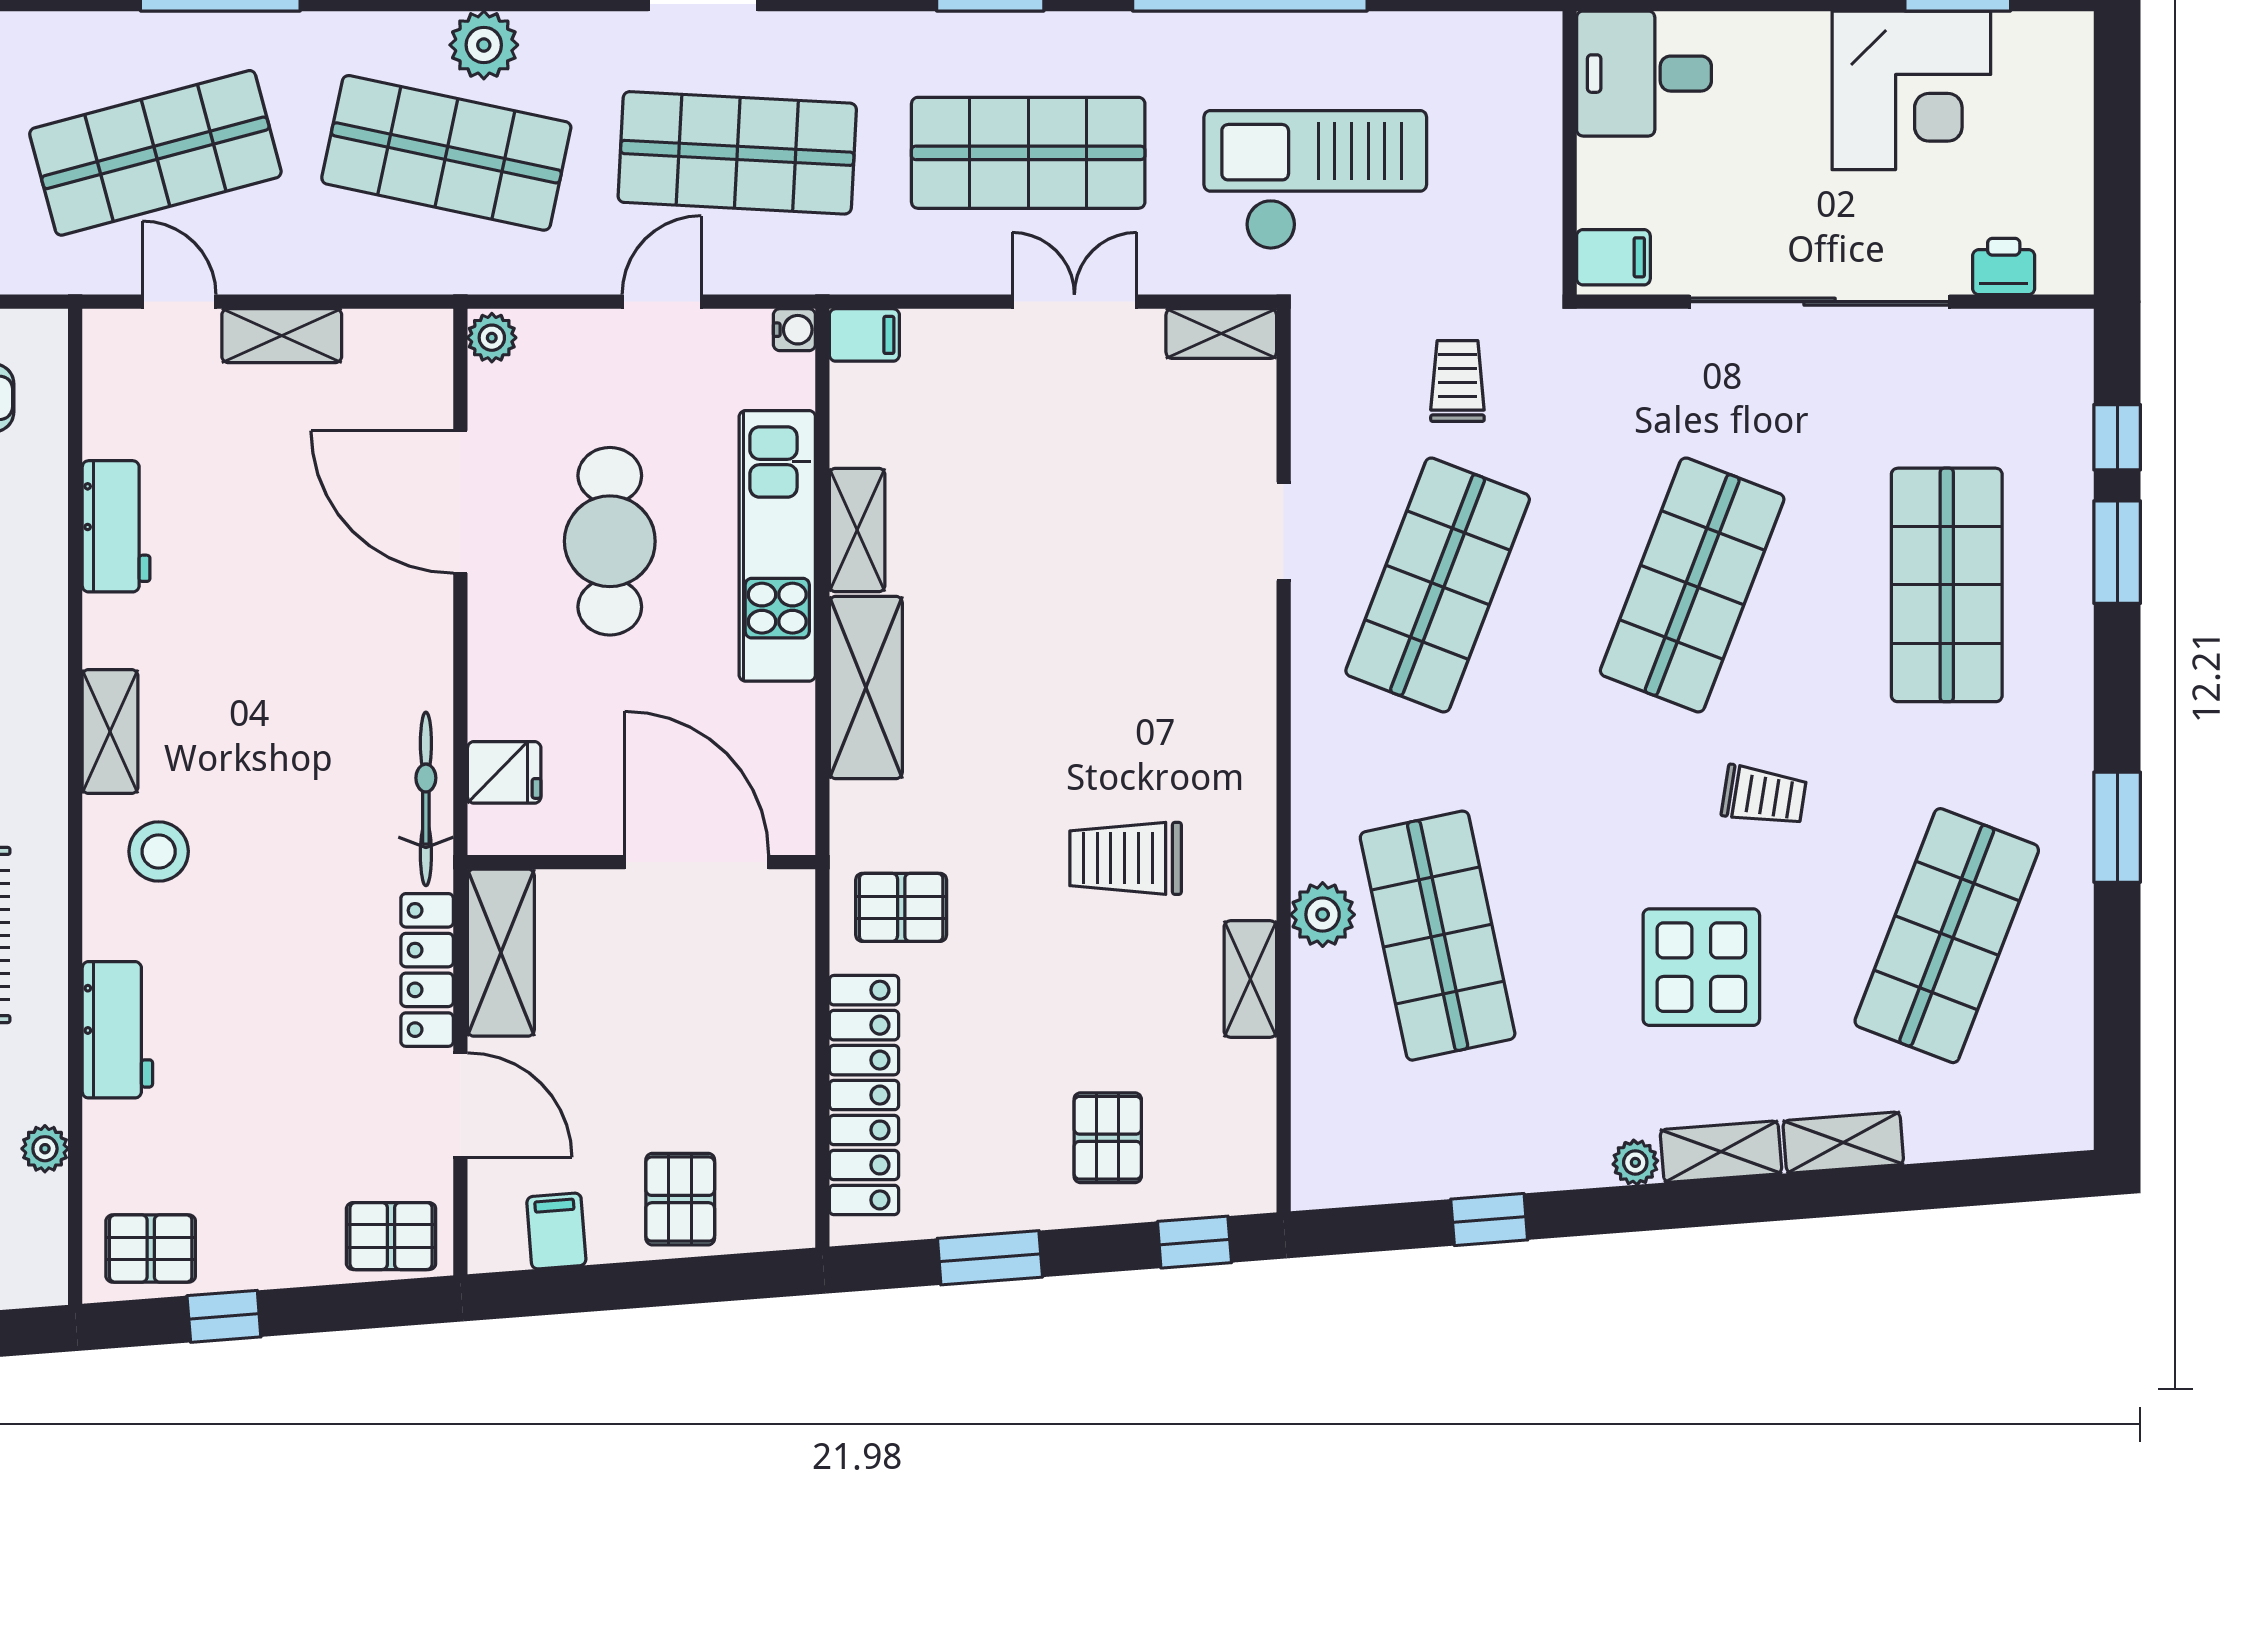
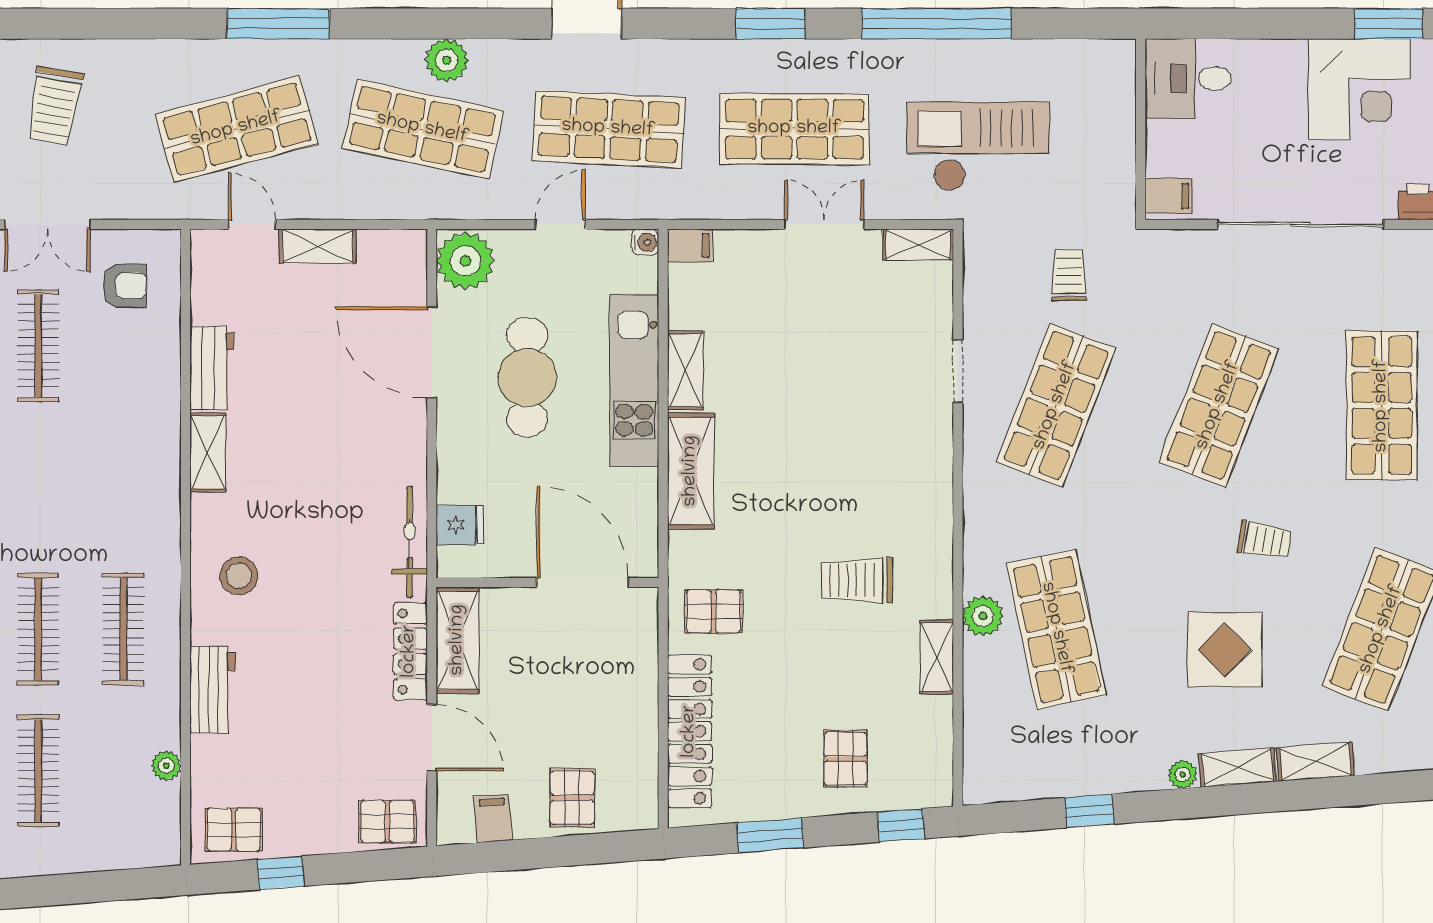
plant: (492, 338) -> (465, 261), width x1.87, depth x1.87
shelving: (110, 732) -> (208, 452), moved

